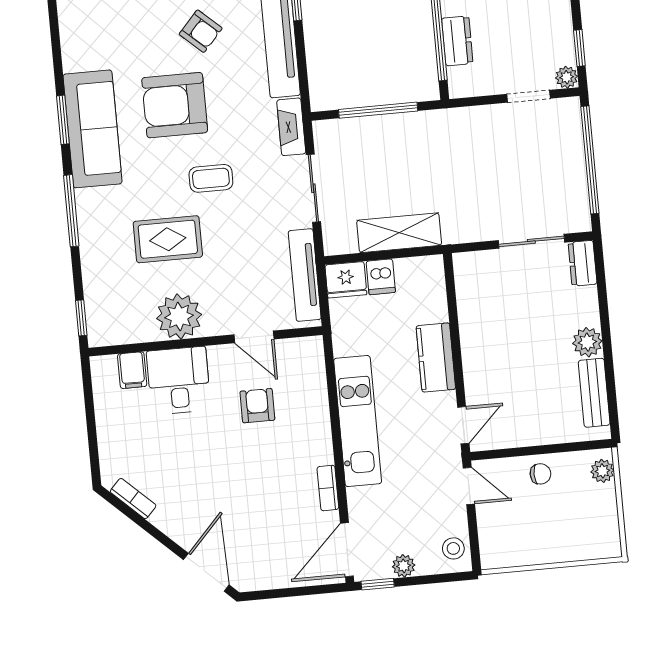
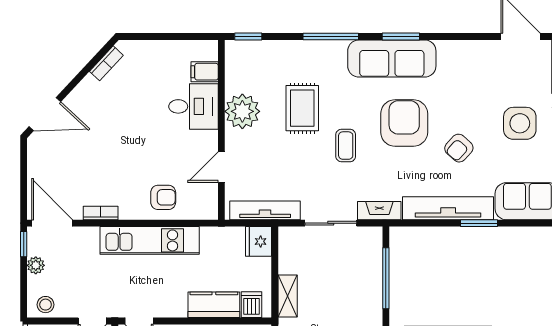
shelving: (399, 233) -> (288, 296), width x0.67, depth x0.75
dishwasher: (381, 277) -> (252, 305), moved, turned 90
kitchen counter: (436, 358) -> (214, 305), moved
armchair: (257, 406) -> (163, 197), moved

